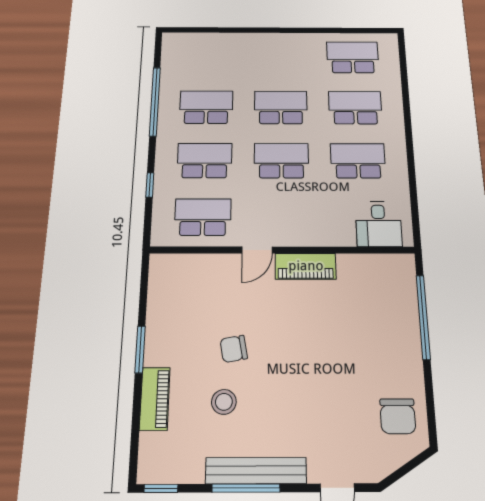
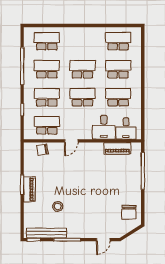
school desk: (208, 57) -> (47, 41), added
desk: (329, 221) -> (104, 127), added
piano: (306, 266) -> (117, 148), moved
chair: (234, 349) -> (43, 150), moved
piano: (155, 399) -> (29, 189), moved
bench: (256, 471) -> (47, 233), moved

